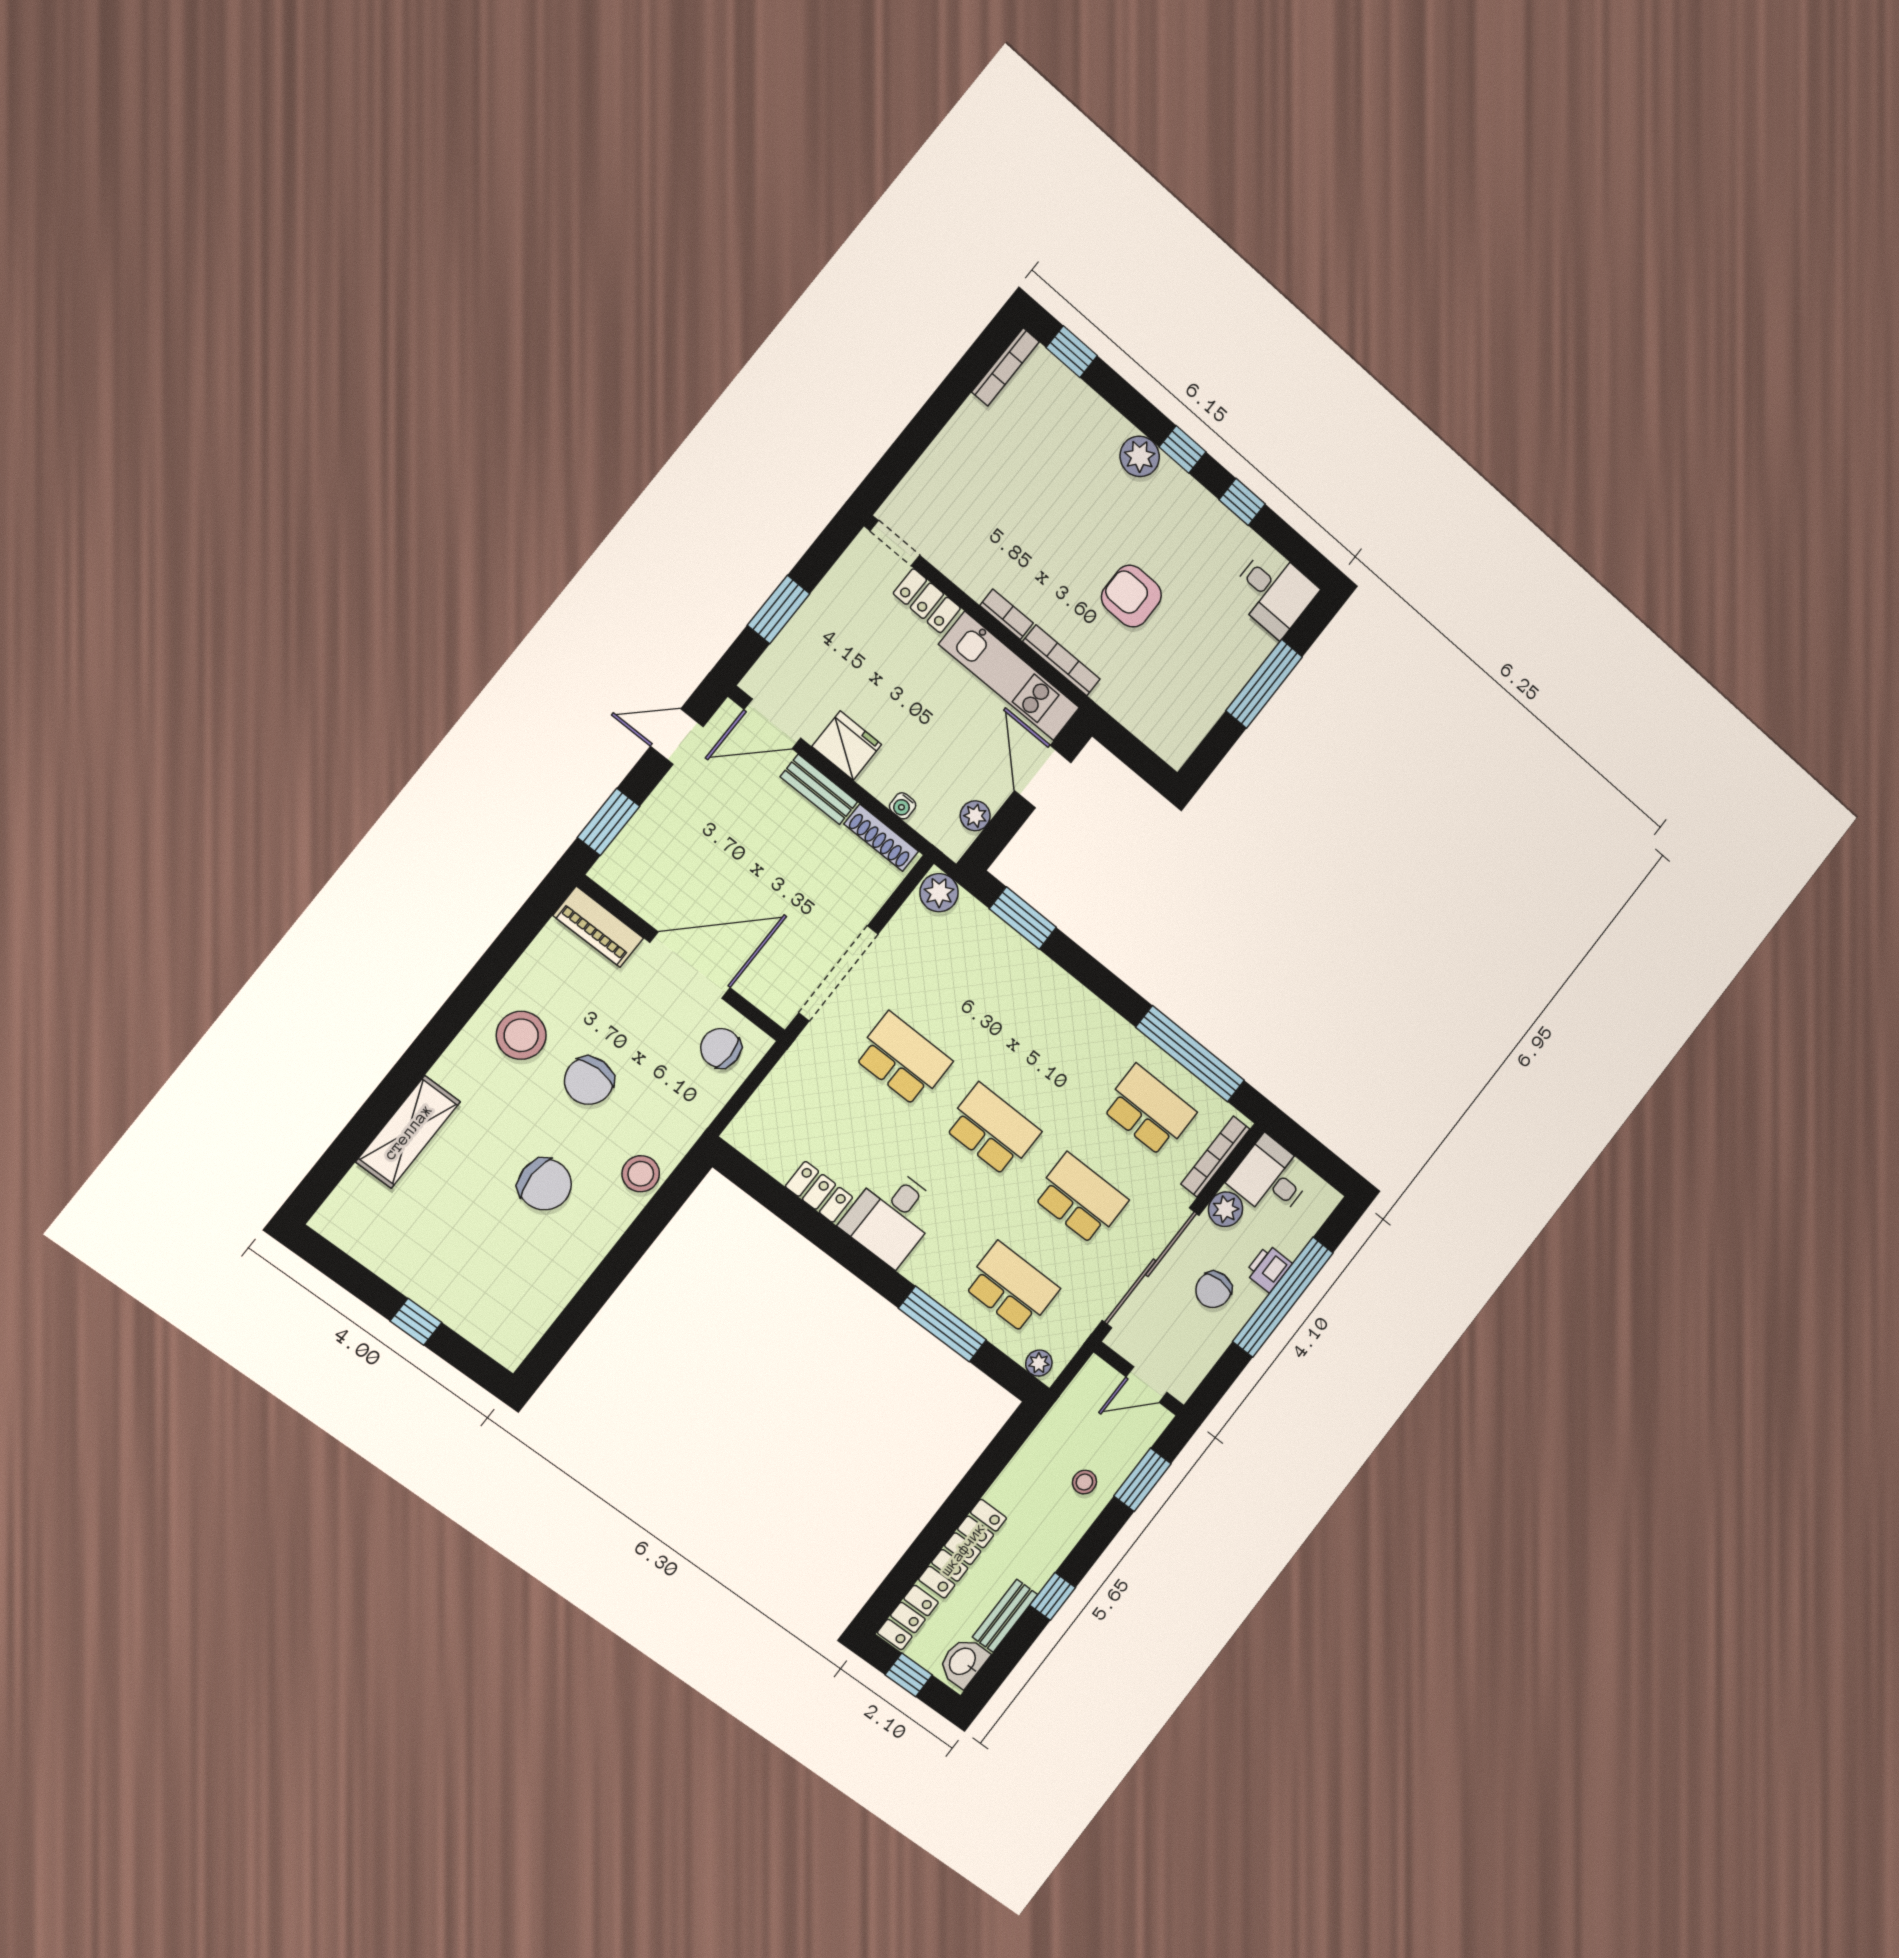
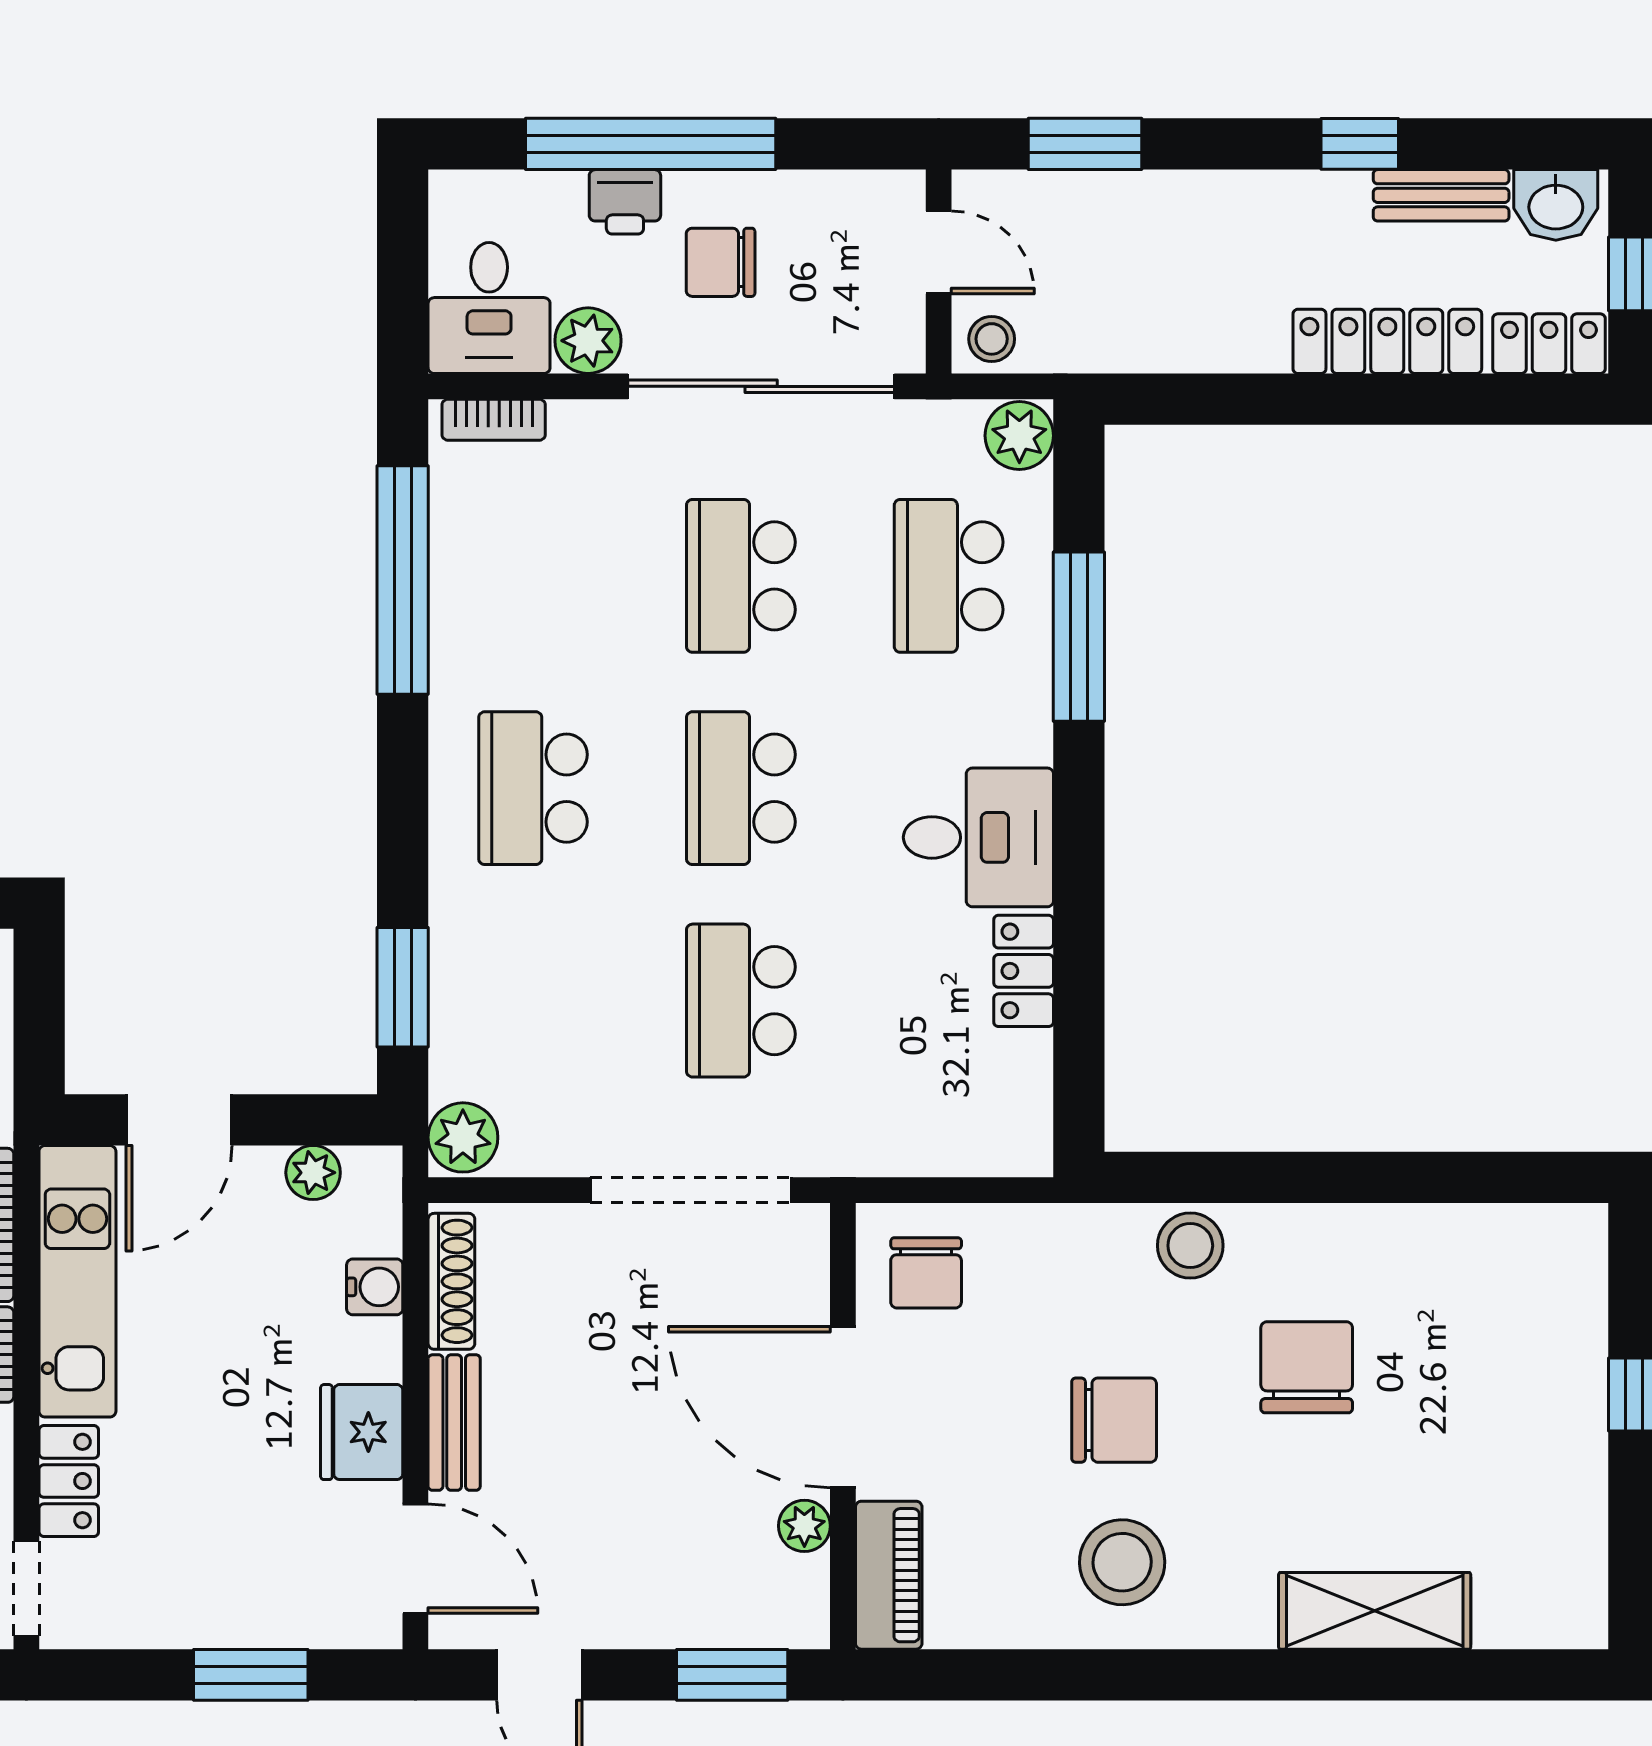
water cooler: (903, 806) -> (375, 1287), width x1.38, depth x1.38
plant: (650, 907) -> (804, 1526), added
school desk: (1149, 1110) -> (533, 788), moved
bookcase: (1215, 1156) -> (494, 420), width x0.64
chair: (1214, 1290) -> (721, 262), turned 180
plant: (1039, 1363) -> (1019, 436), width x1.38, depth x1.38
stool: (1084, 1482) -> (992, 339), moved

